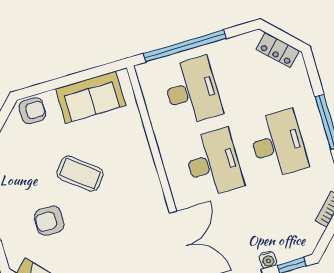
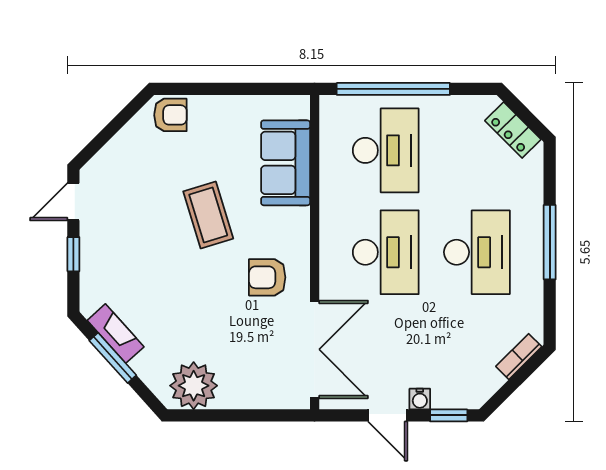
sofa: (91, 97) -> (286, 163), moved, turned 90
coffee table: (80, 174) -> (208, 215), turned 35
armchair: (49, 221) -> (267, 277), moved

